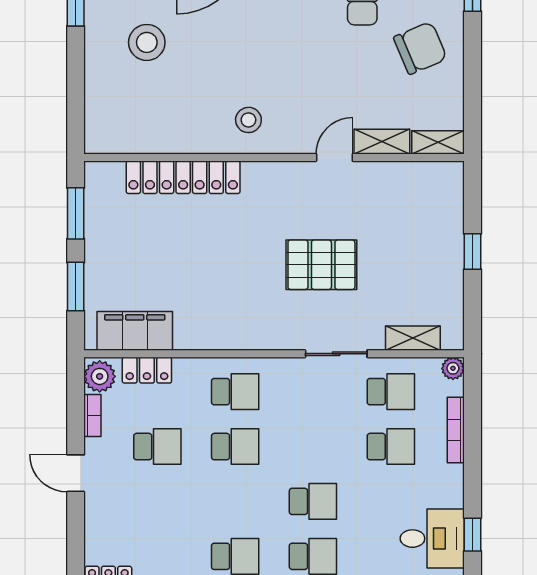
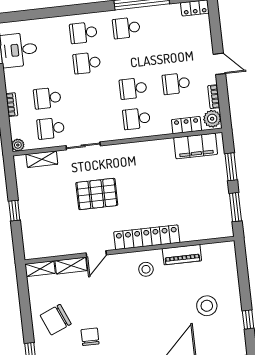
piano: (181, 139) -> (182, 255), added
locker: (183, 177) -> (147, 237), moved
bookcase: (456, 430) -> (12, 105), width x0.64

